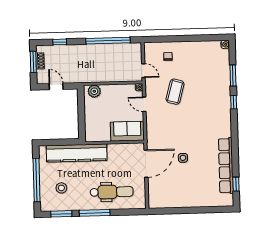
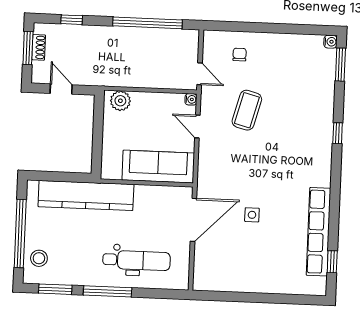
window: (233, 76) -> (340, 65), moved
sofa: (127, 131) -> (158, 167), width x1.36
stool: (61, 188) -> (39, 258), moved

